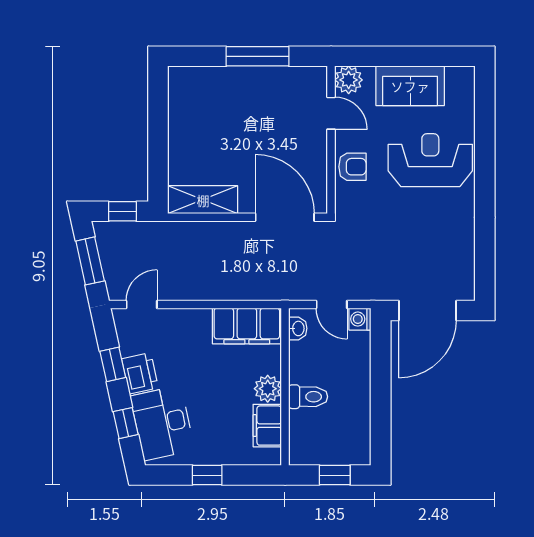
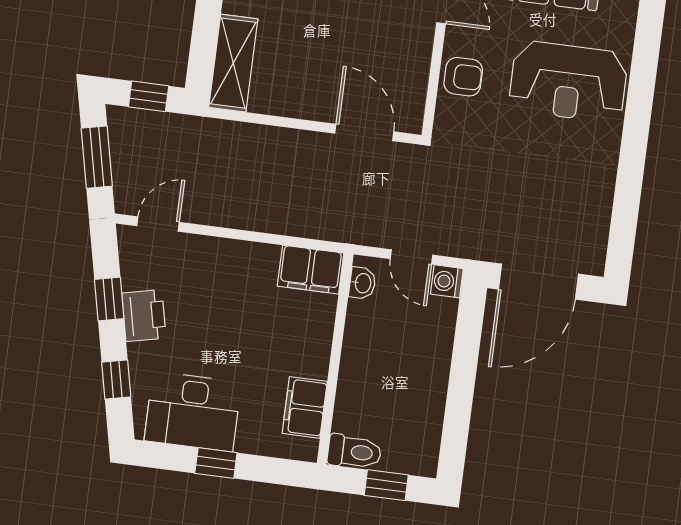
reception desk: (430, 160) -> (568, 82), turned 180
shelving: (203, 200) -> (233, 63), moved, turned 90
door: (285, 217) -> (364, 133), width x0.73
filing cabinet: (247, 326) -> (311, 270), width x0.67, depth x0.86
plant: (268, 389) -> (312, 358), removed
toilet: (308, 397) -> (354, 452), moved
desk: (162, 423) -> (193, 411), moved, turned -78

